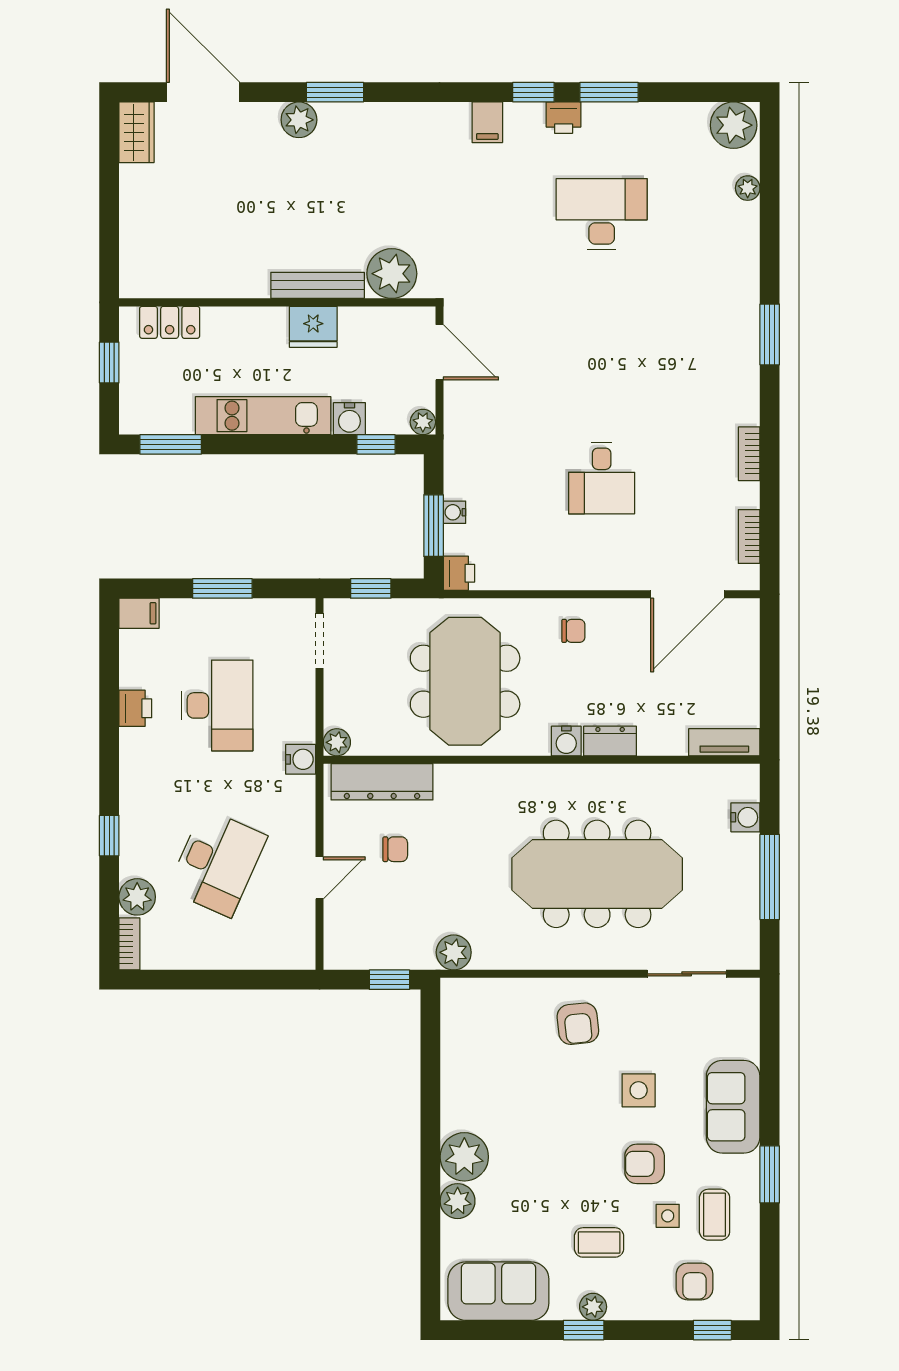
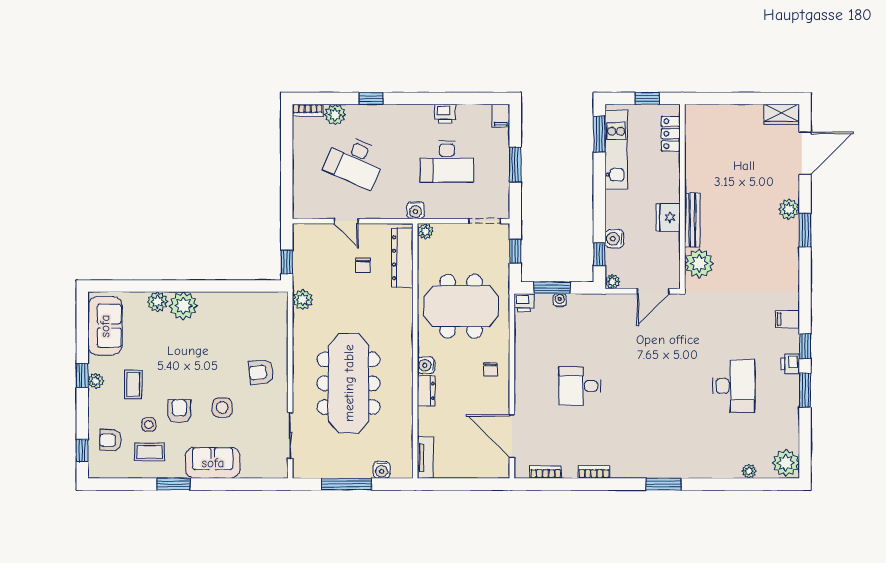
kitchen unit: (263, 416) -> (616, 149), moved

